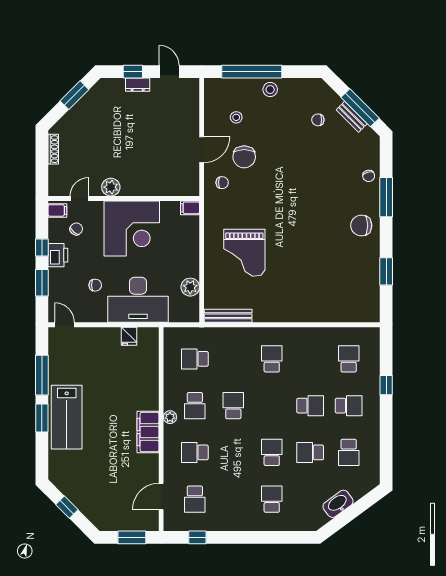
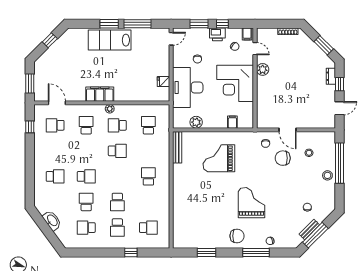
dresser: (138, 85) -> (331, 76), moved
grand piano: (311, 204) -> (252, 203), added
filing cabinet: (190, 208) -> (232, 122), moved
chair: (361, 226) -> (237, 236), turned 90
school desk: (272, 359) -> (148, 176), turned -90

